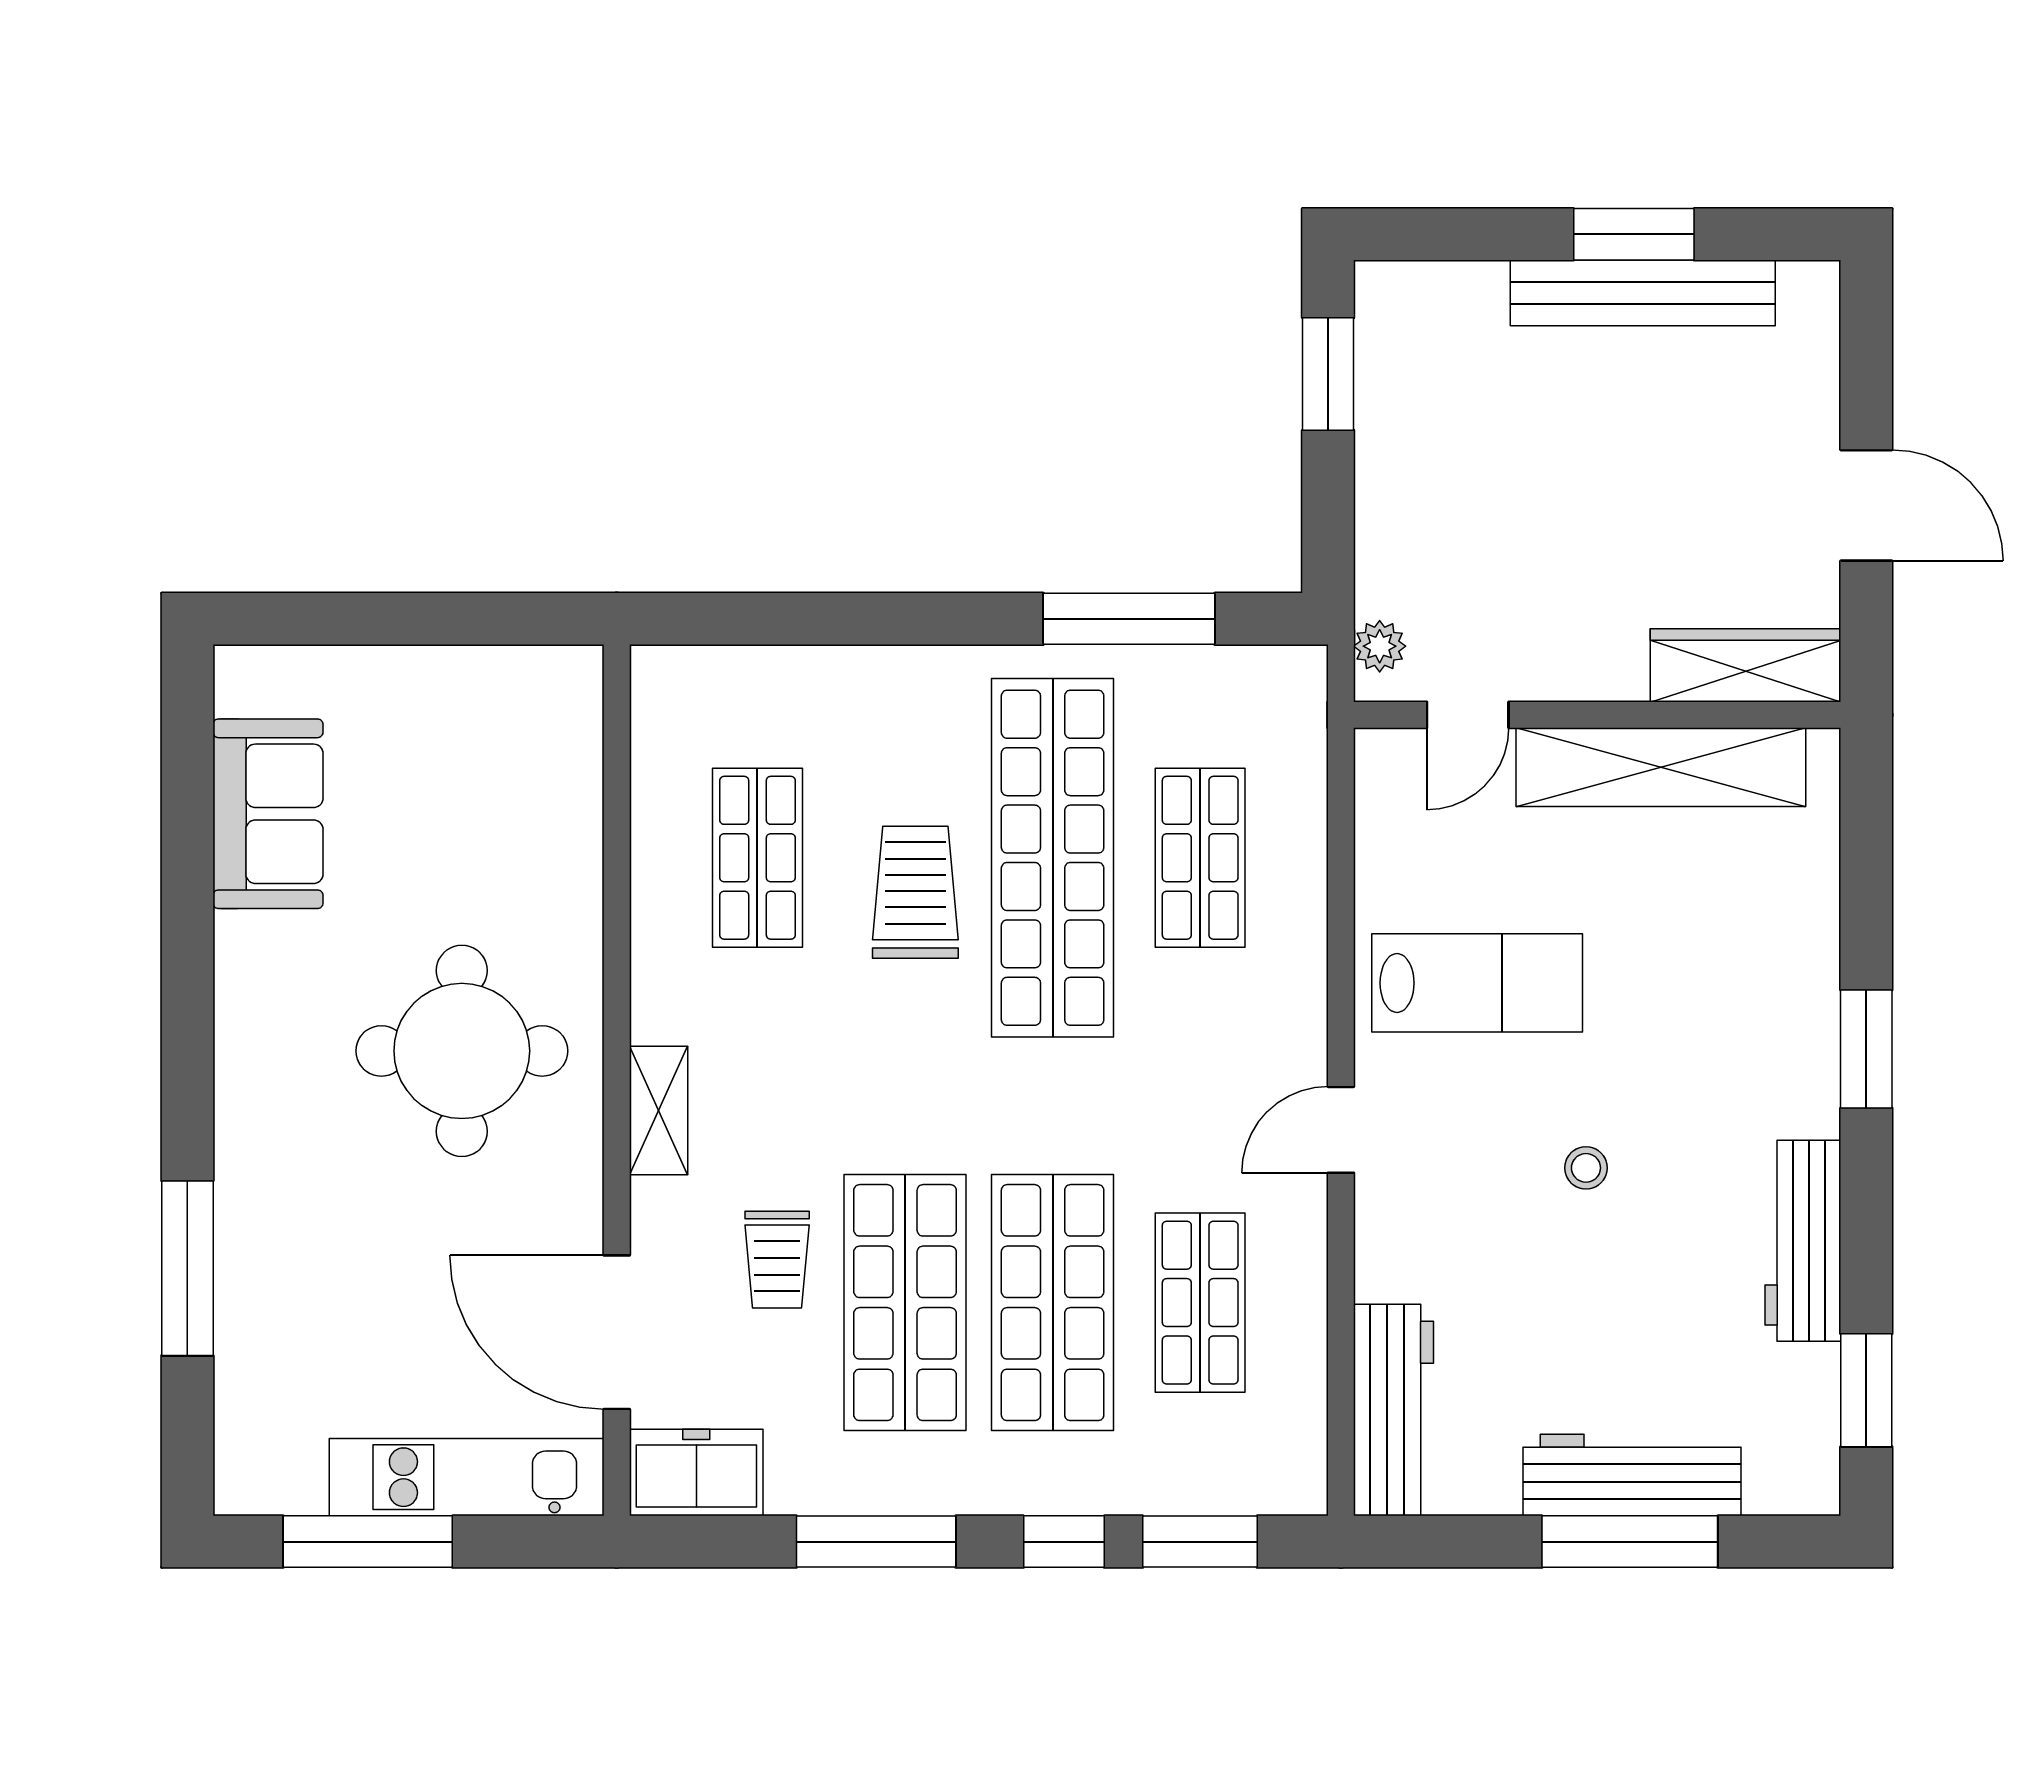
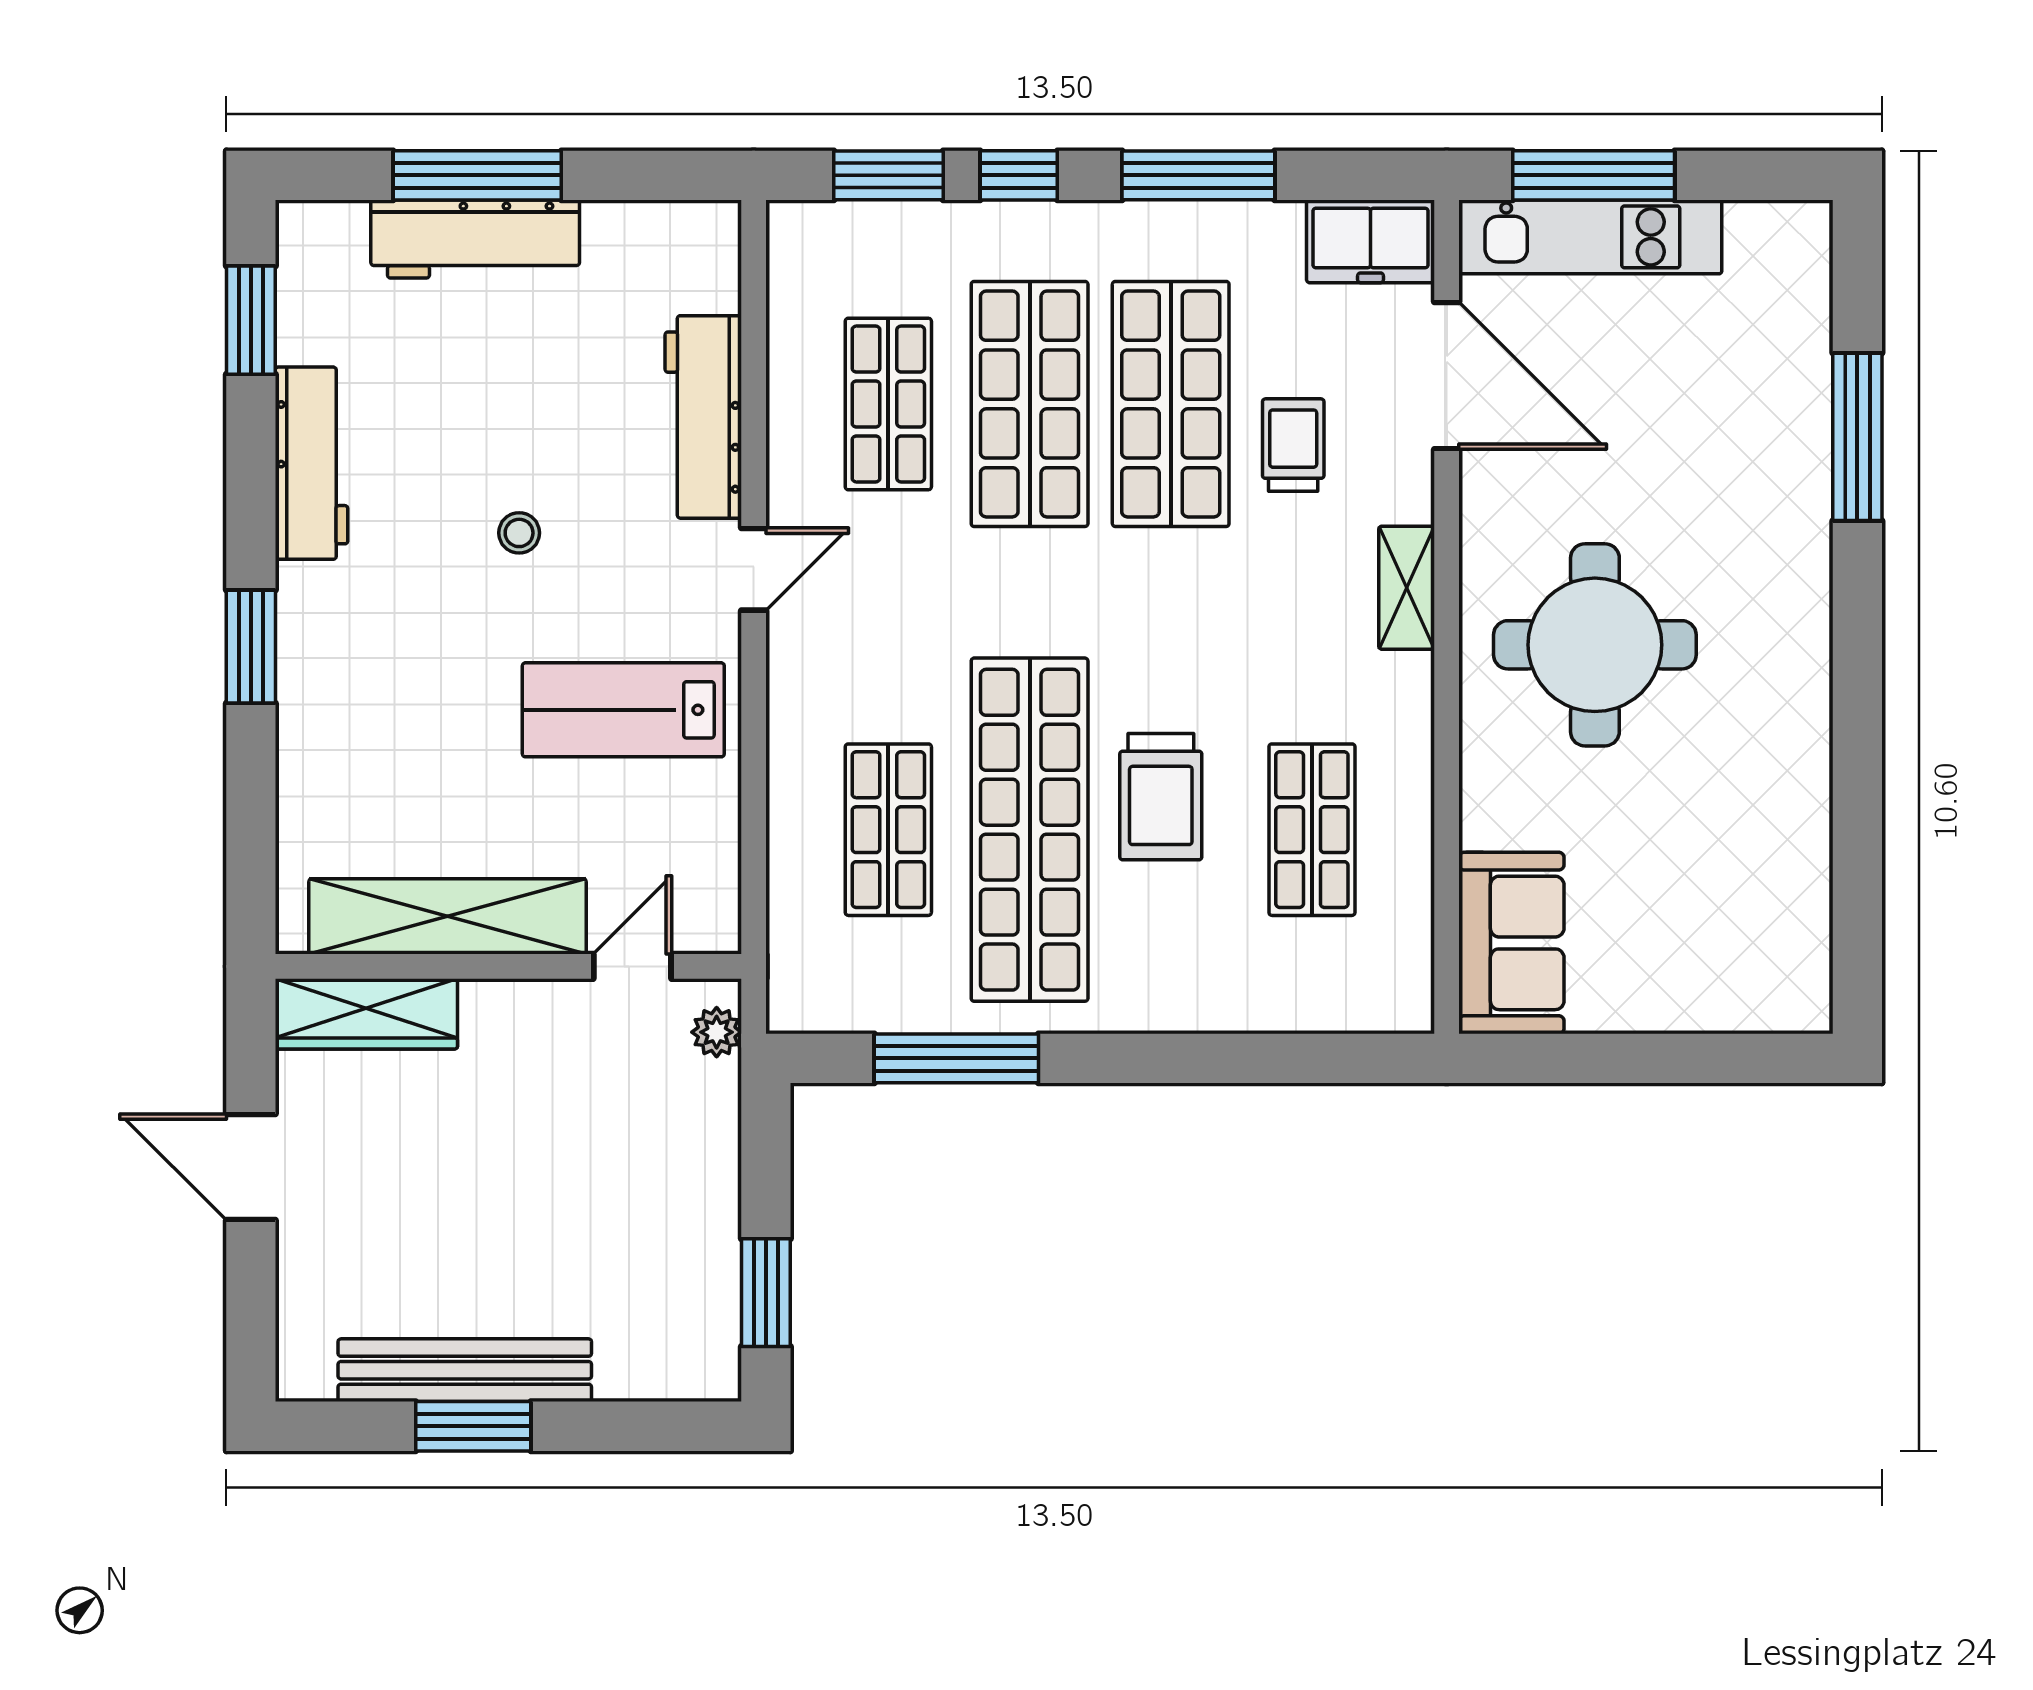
sofa: (268, 814) -> (1511, 943), moved, turned 180
workbench: (1393, 1410) -> (703, 417), moved
window: (368, 1542) -> (1594, 175), moved

